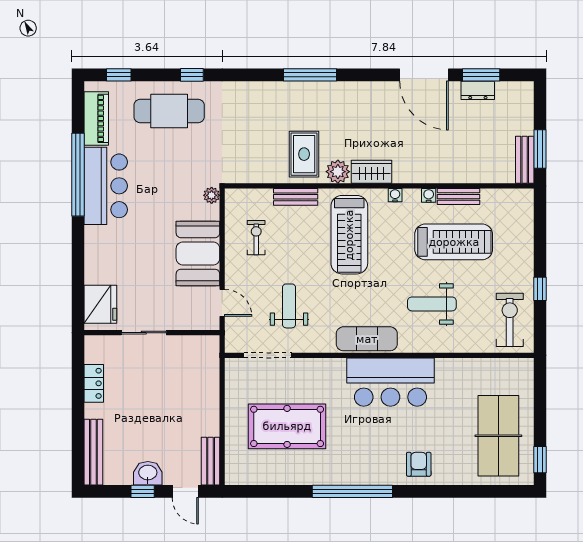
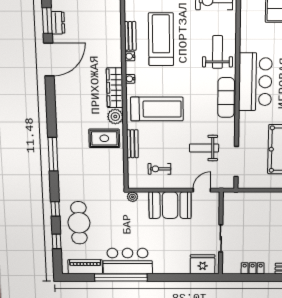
window: (119, 75) -> (57, 241), moved
window: (310, 75) -> (53, 154), moved
wardrobe: (371, 172) -> (115, 88), width x1.50
weight bench: (432, 304) -> (217, 52), moved, turned 180

